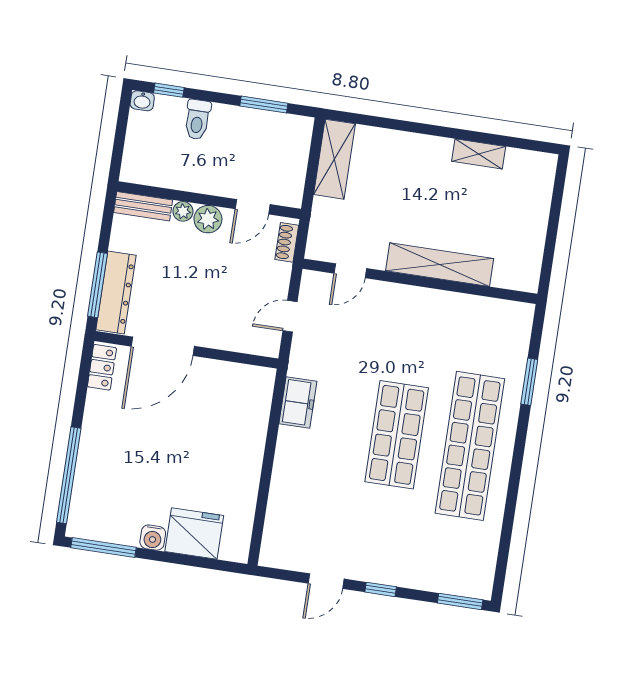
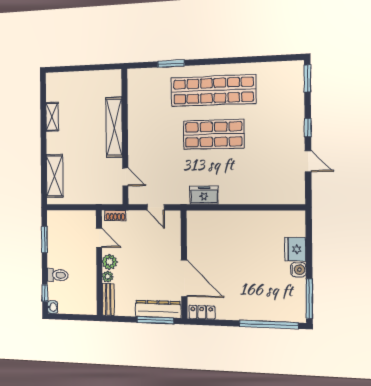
shelving: (334, 159) -> (55, 176), moved, turned 90
fridge: (194, 534) -> (295, 249), width x0.73, depth x0.75

